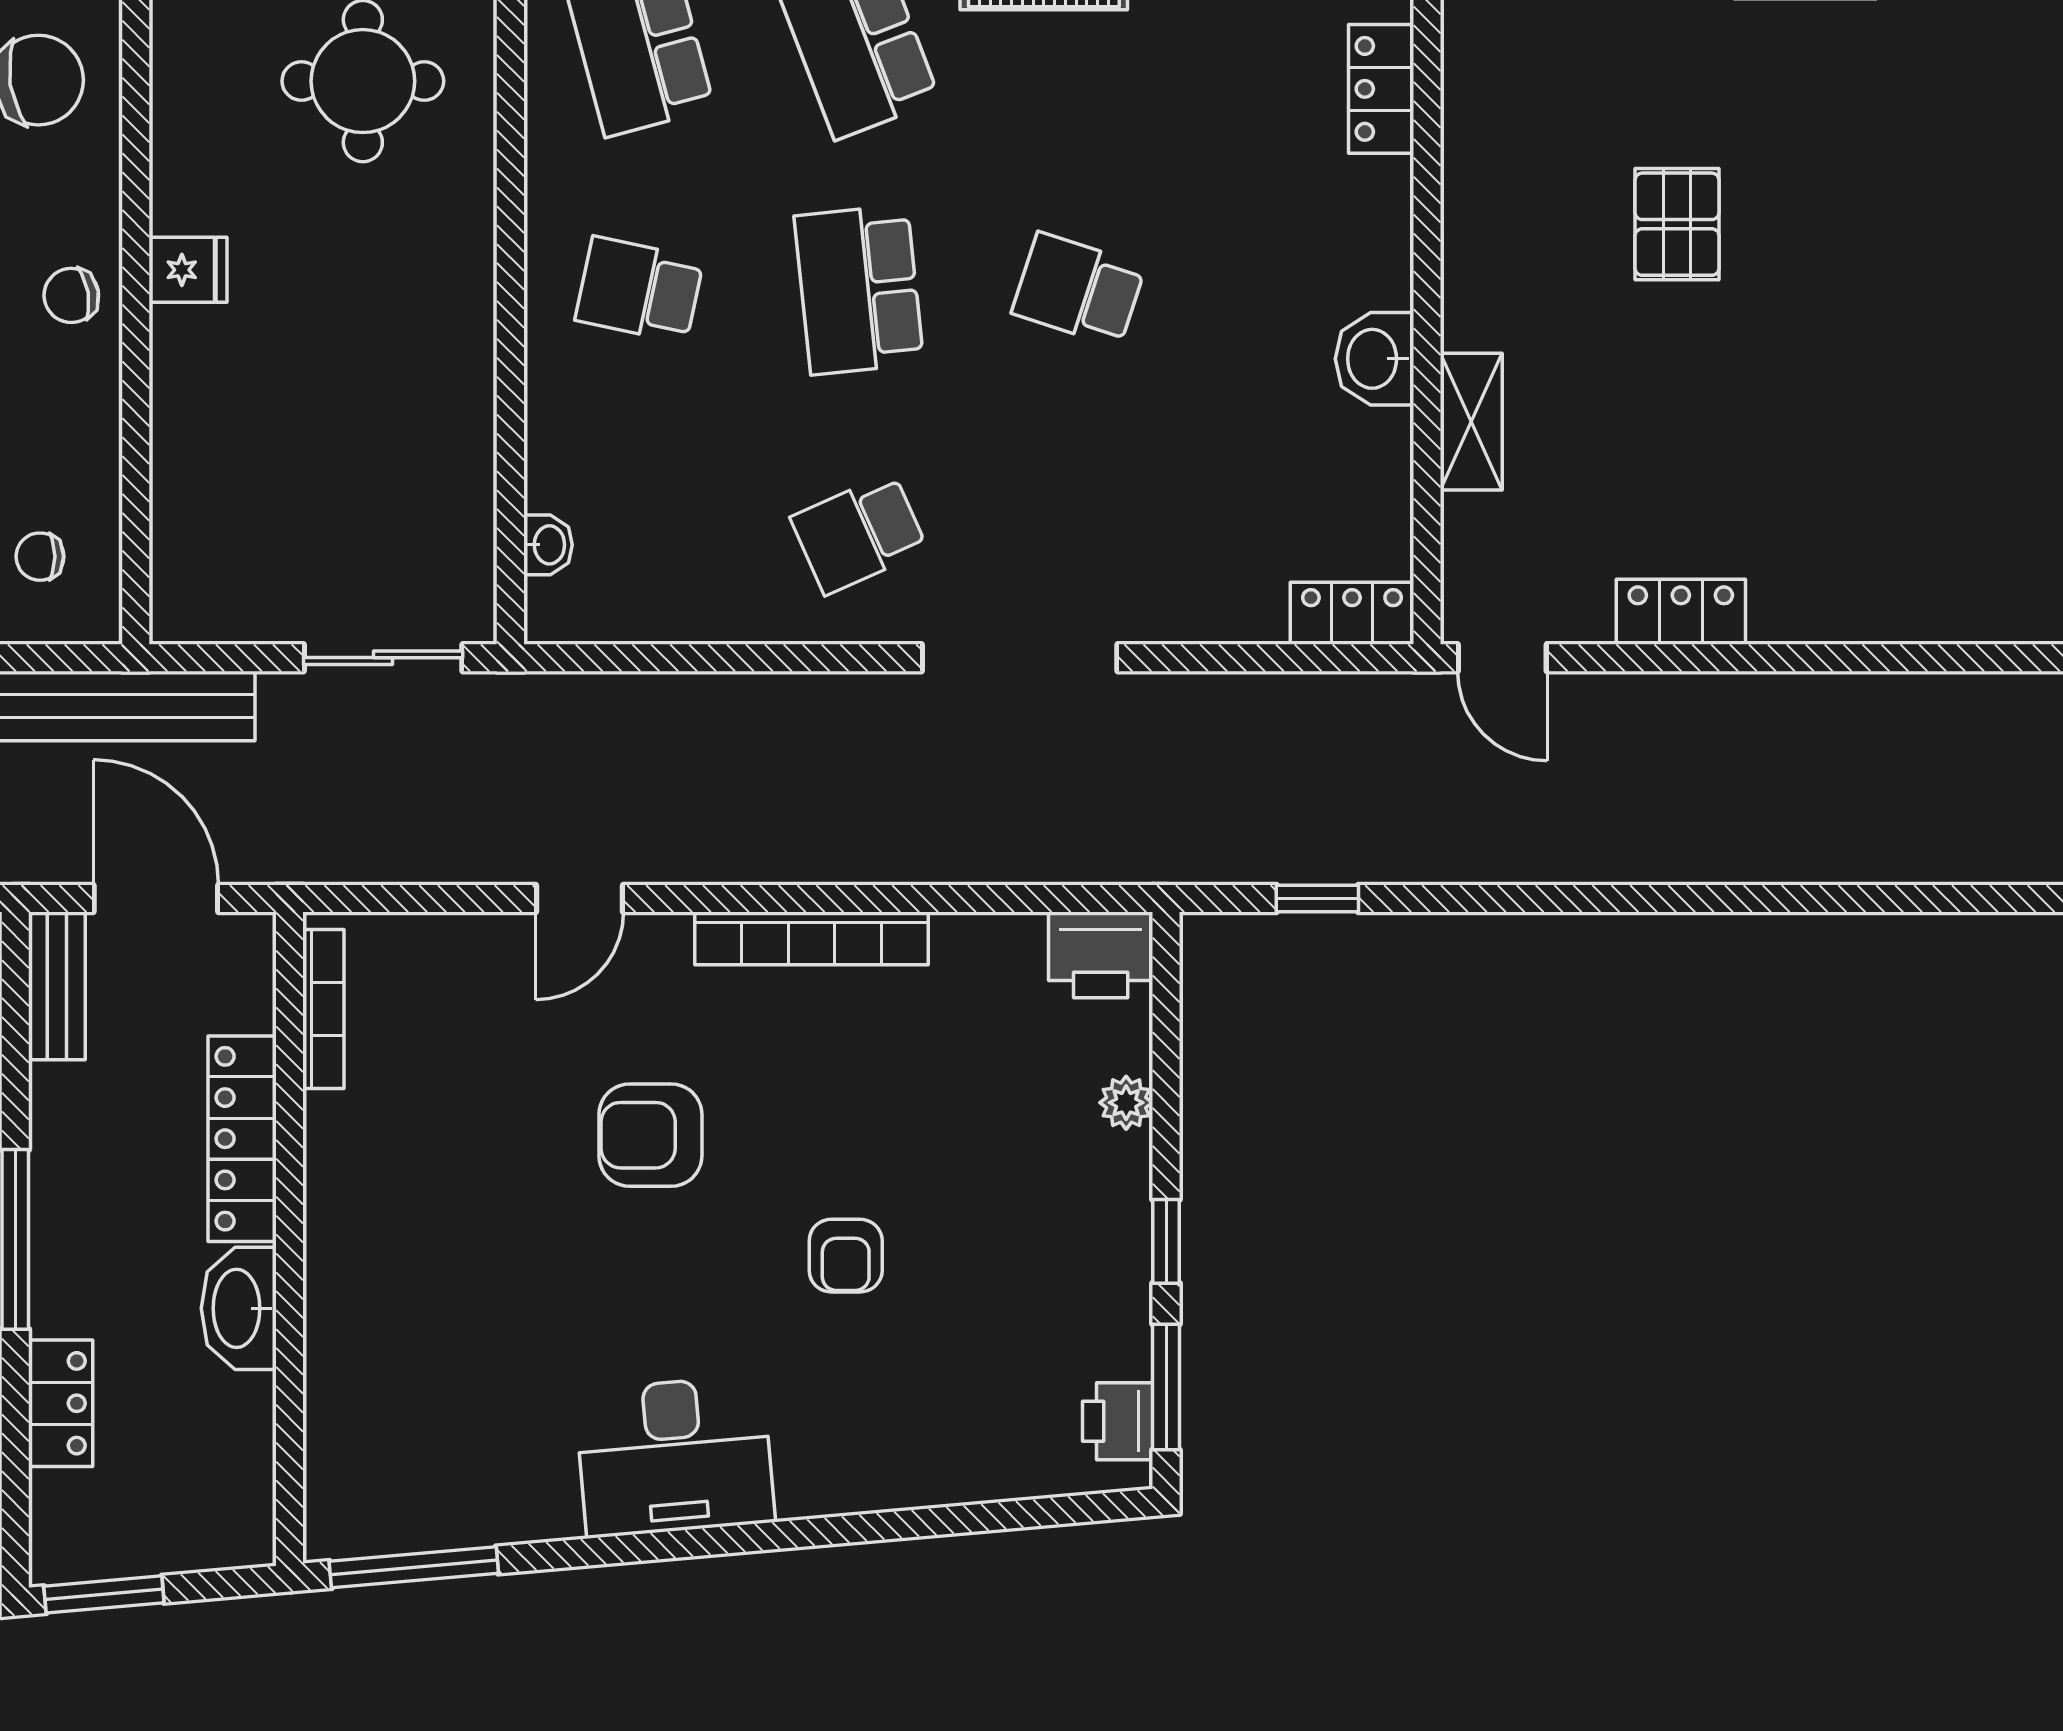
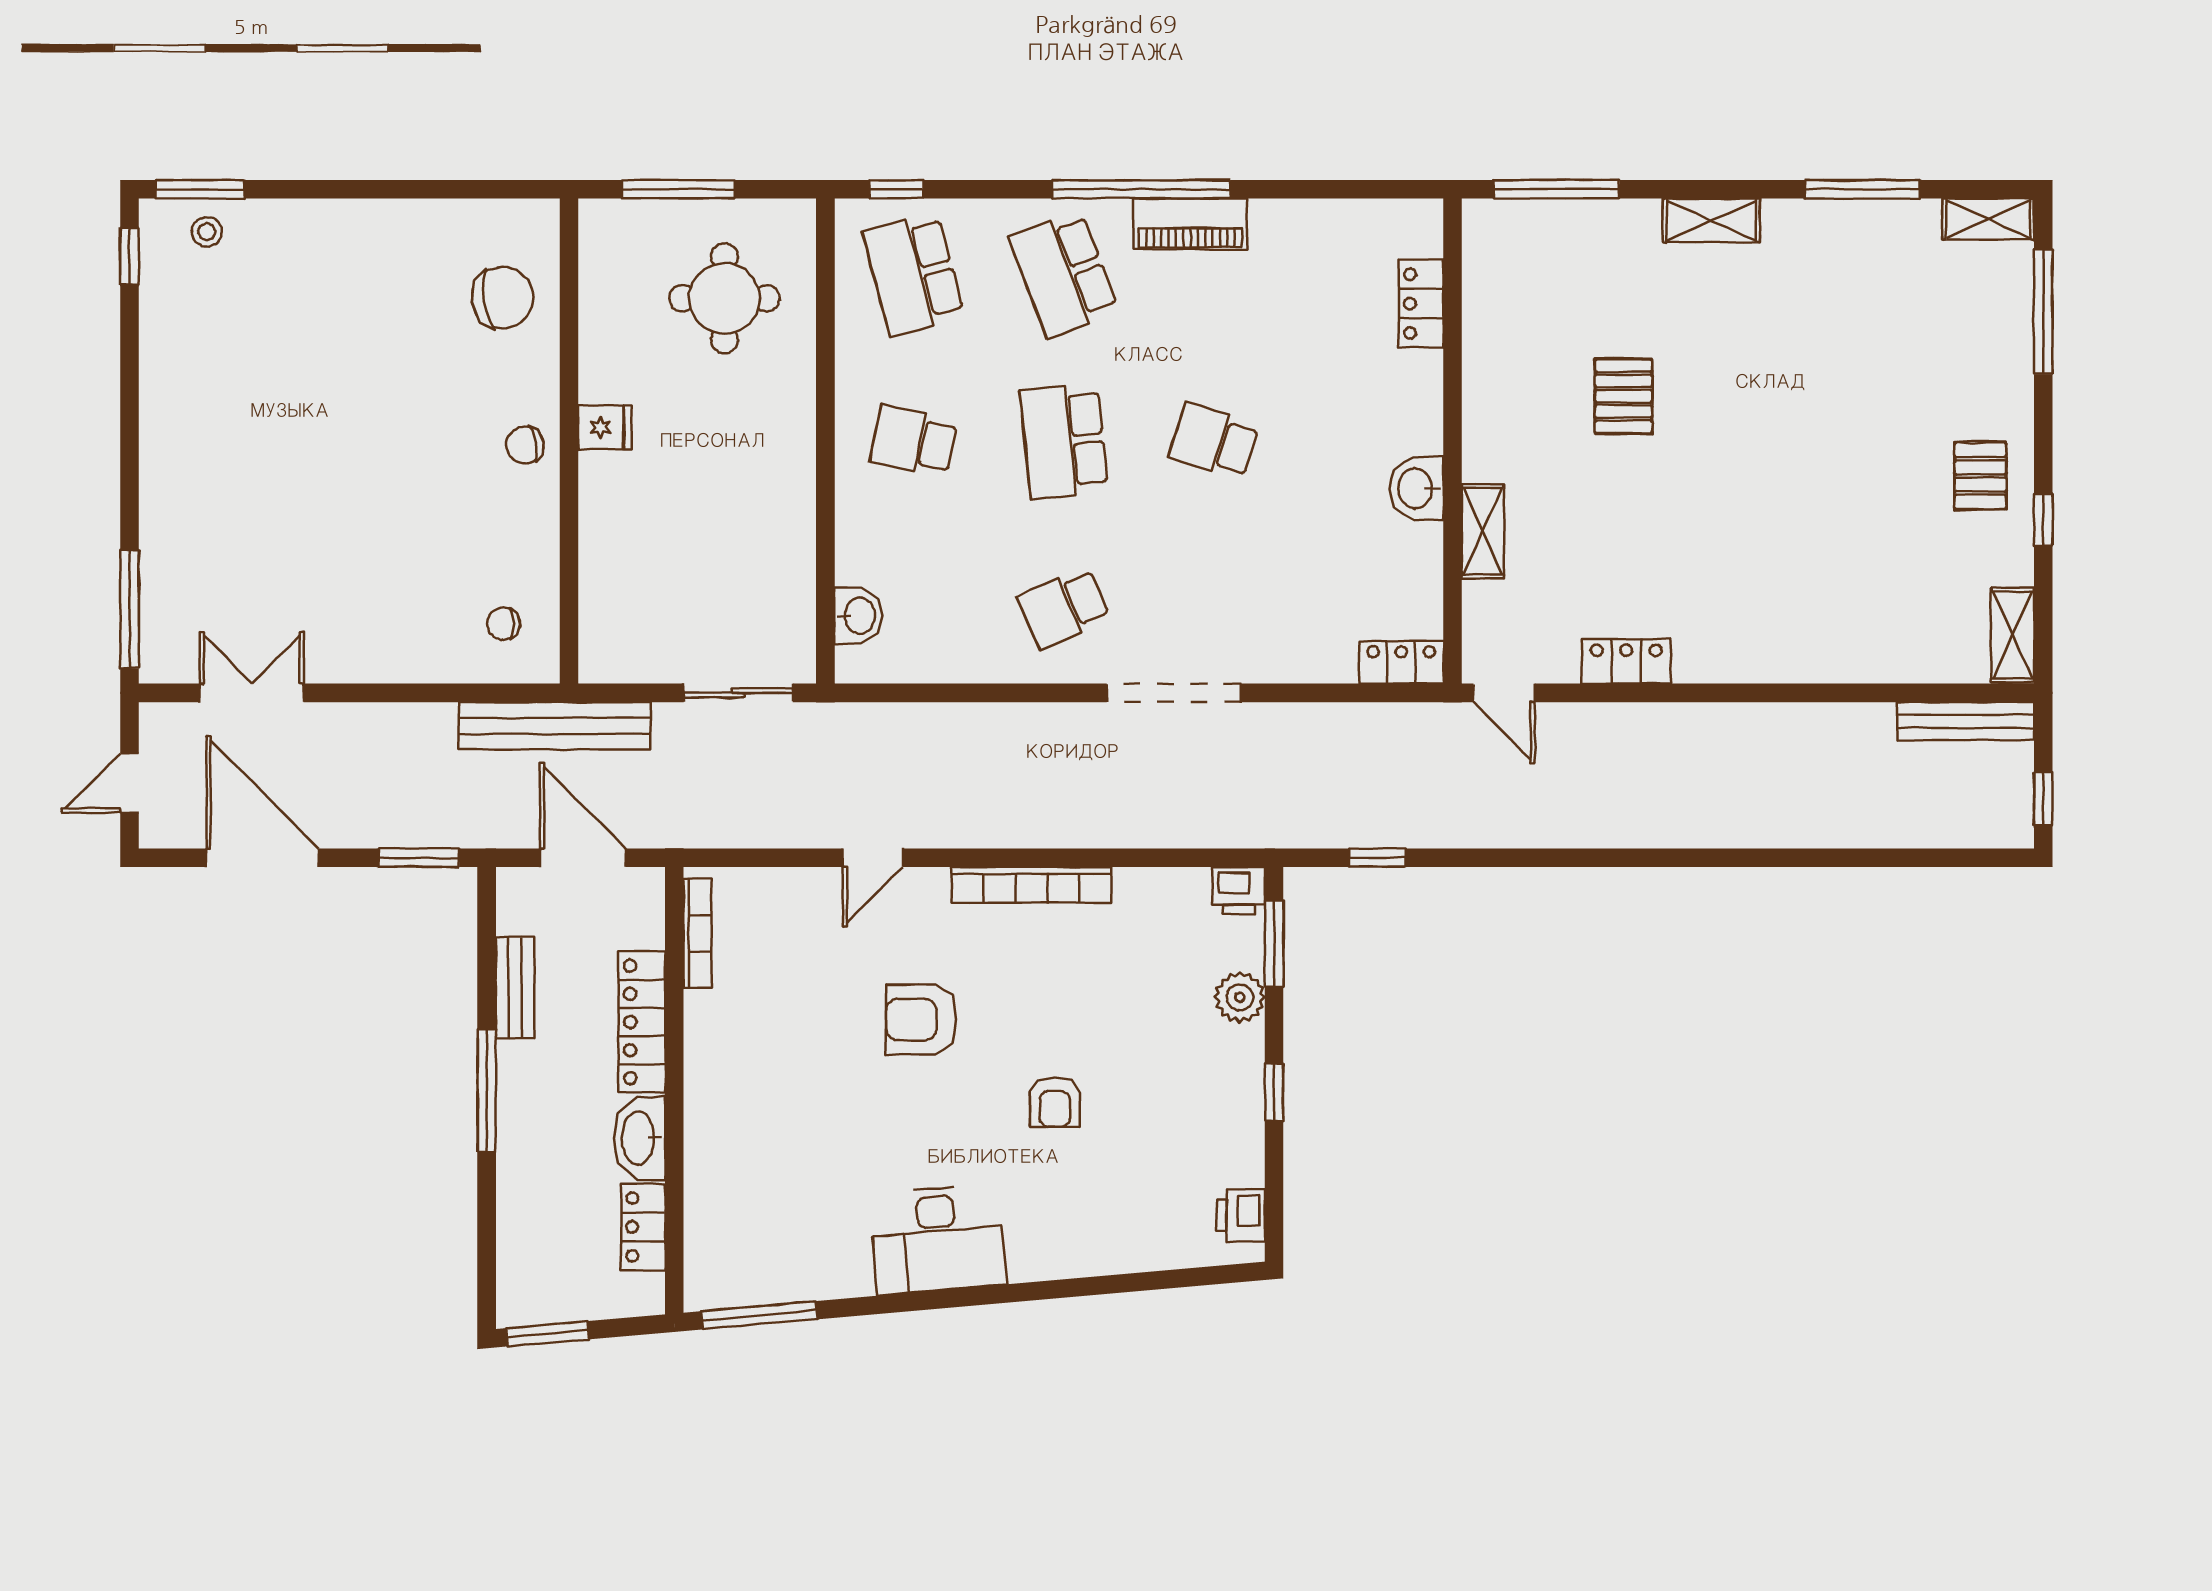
washbasin: (548, 545) -> (859, 616), width x1.38, depth x1.45
printer: (1101, 955) -> (1239, 891), width x0.73, depth x0.81
bench: (57, 986) -> (515, 988), moved
plant: (1126, 1103) -> (1240, 997), width x1.38, depth x1.38
window: (1166, 1387) -> (1274, 944), moved
locker: (61, 1403) -> (643, 1227), moved, turned 180

